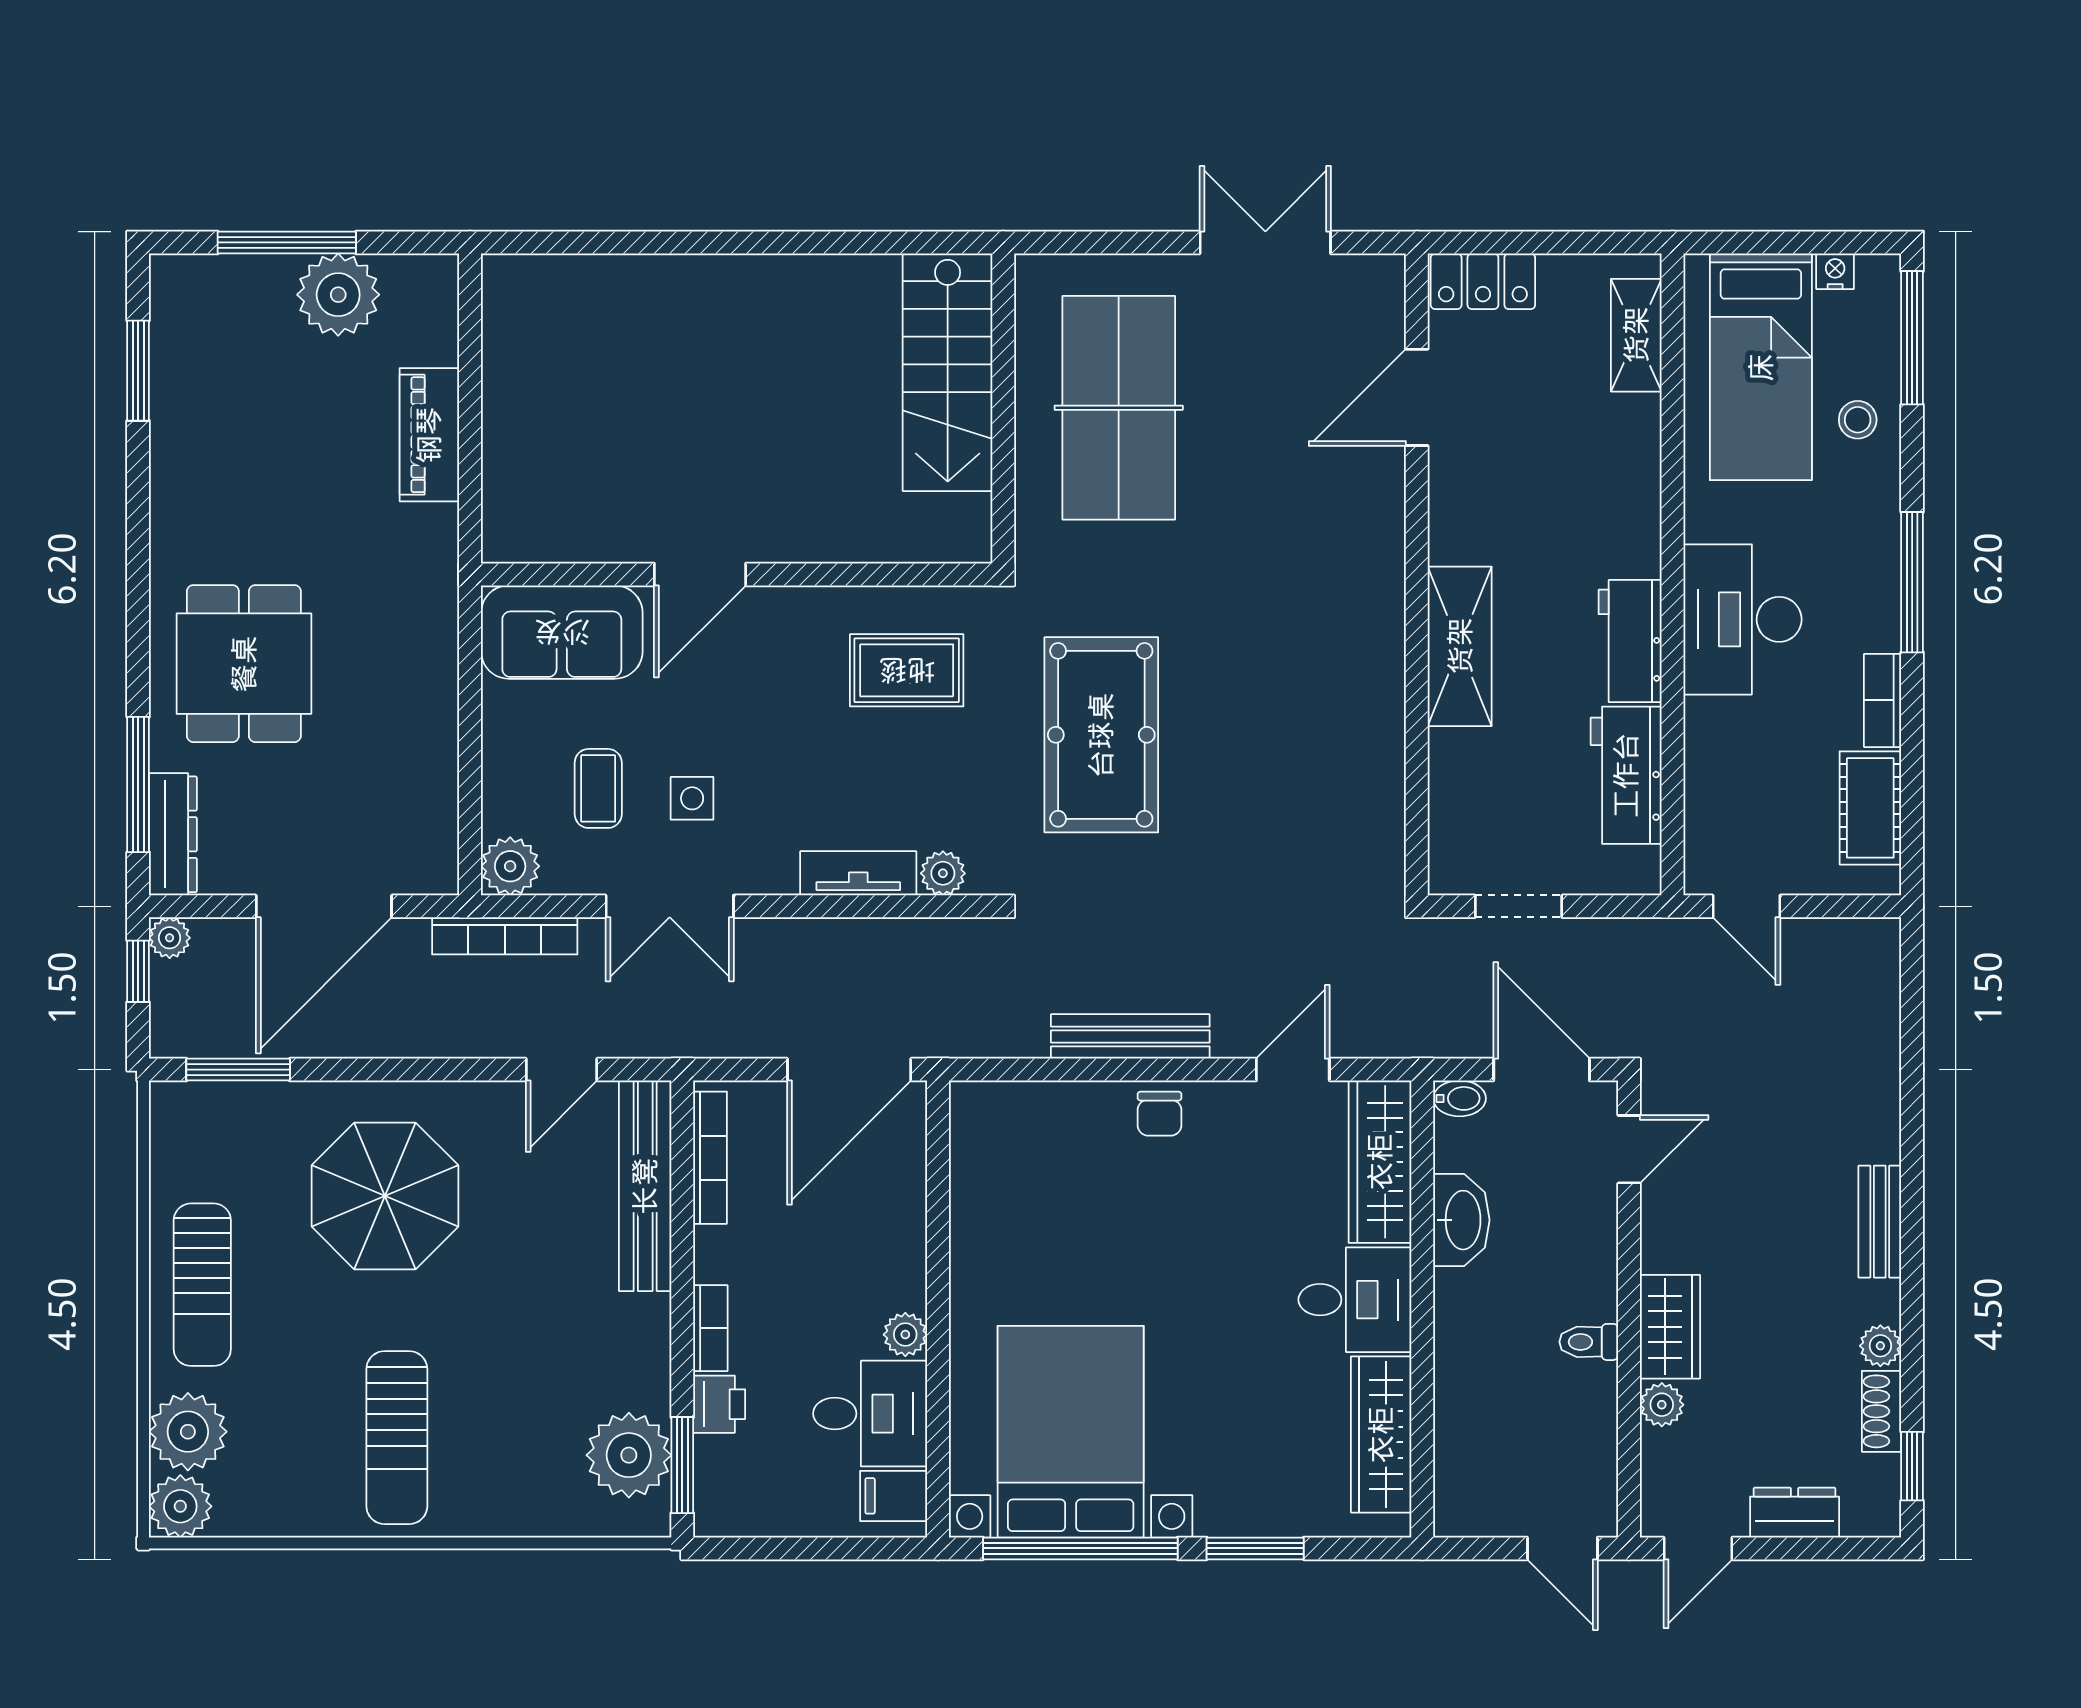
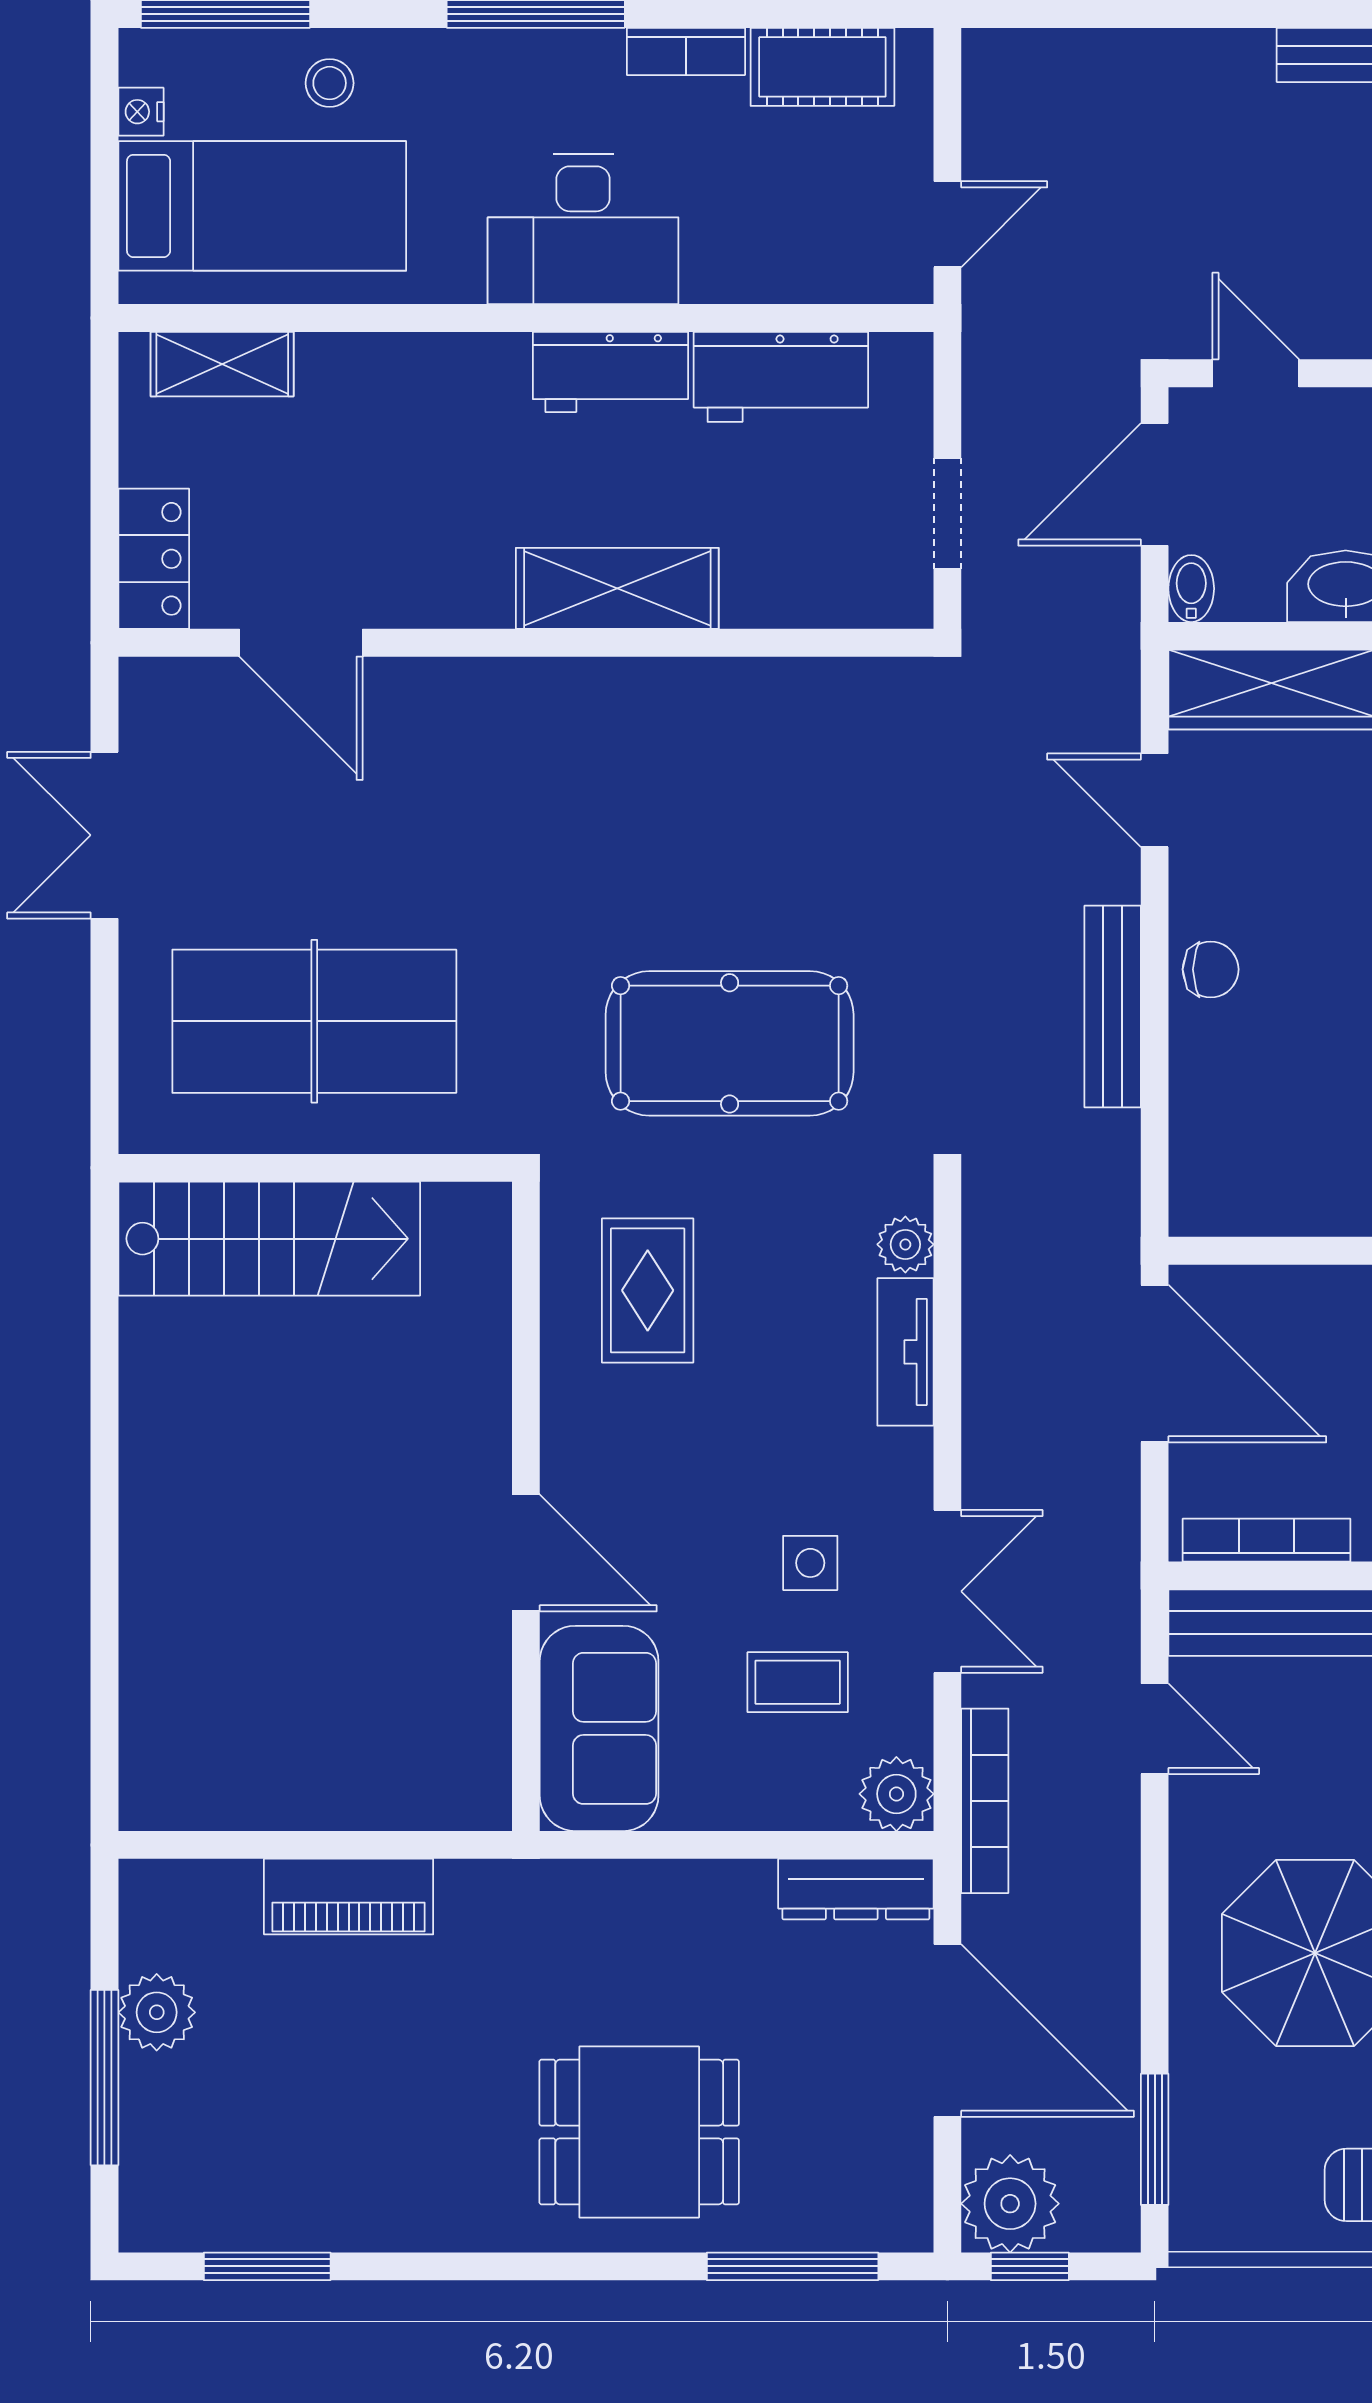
plant: (338, 295) -> (157, 2012), width x0.73, depth x0.73
dresser: (173, 834) -> (856, 1889), moved, turned 180
plant: (170, 938) -> (1010, 2204), width x1.88, depth x1.88

